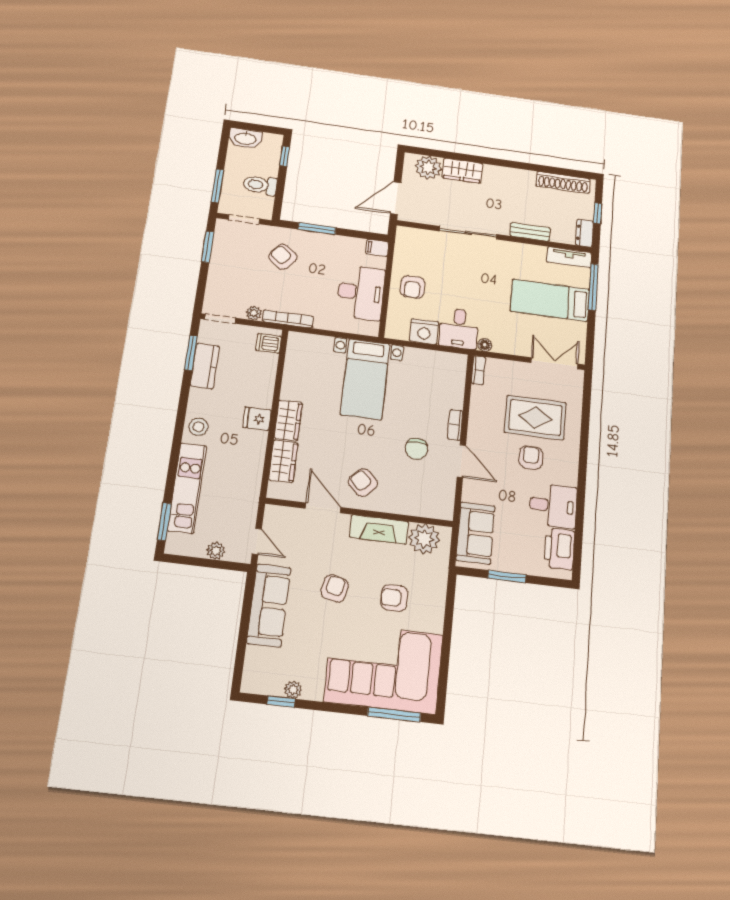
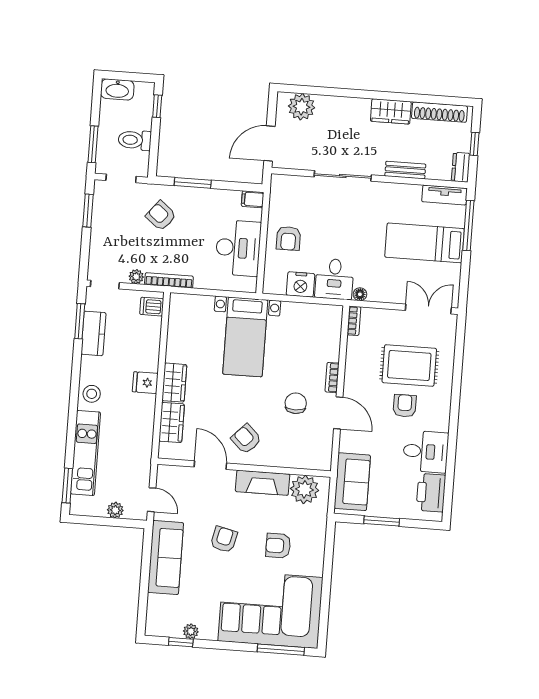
wardrobe: (462, 171) -> (391, 111), moved
chair: (417, 449) -> (296, 403), turned 180

